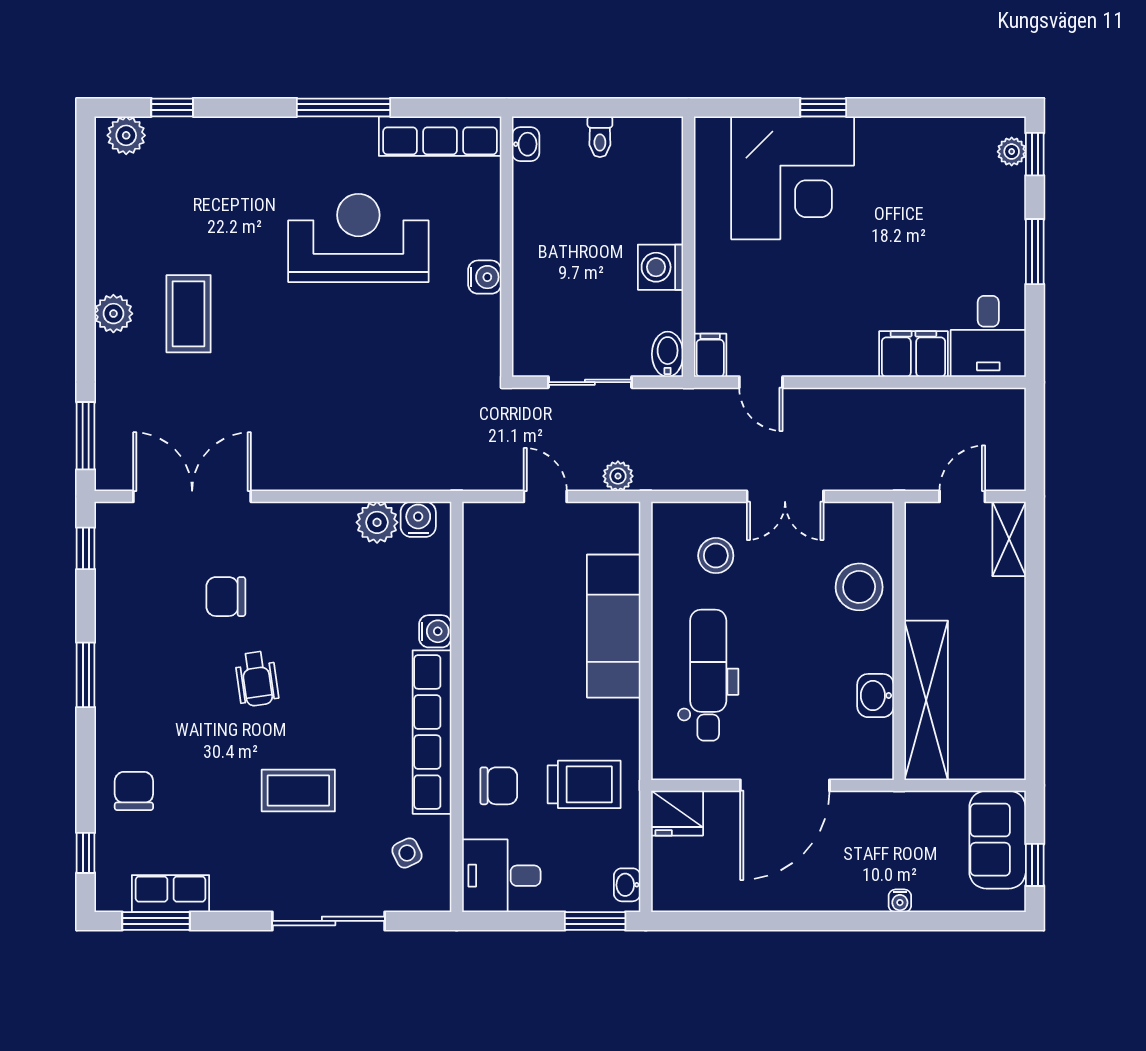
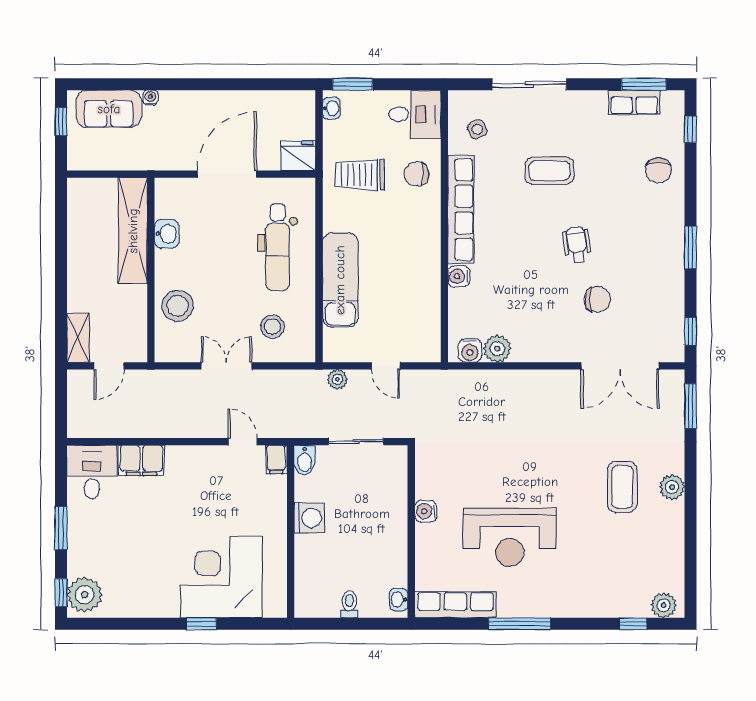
plant: (1012, 152) -> (85, 595), width x1.88, depth x1.88
sofa: (998, 840) -> (109, 109), moved, turned 90

